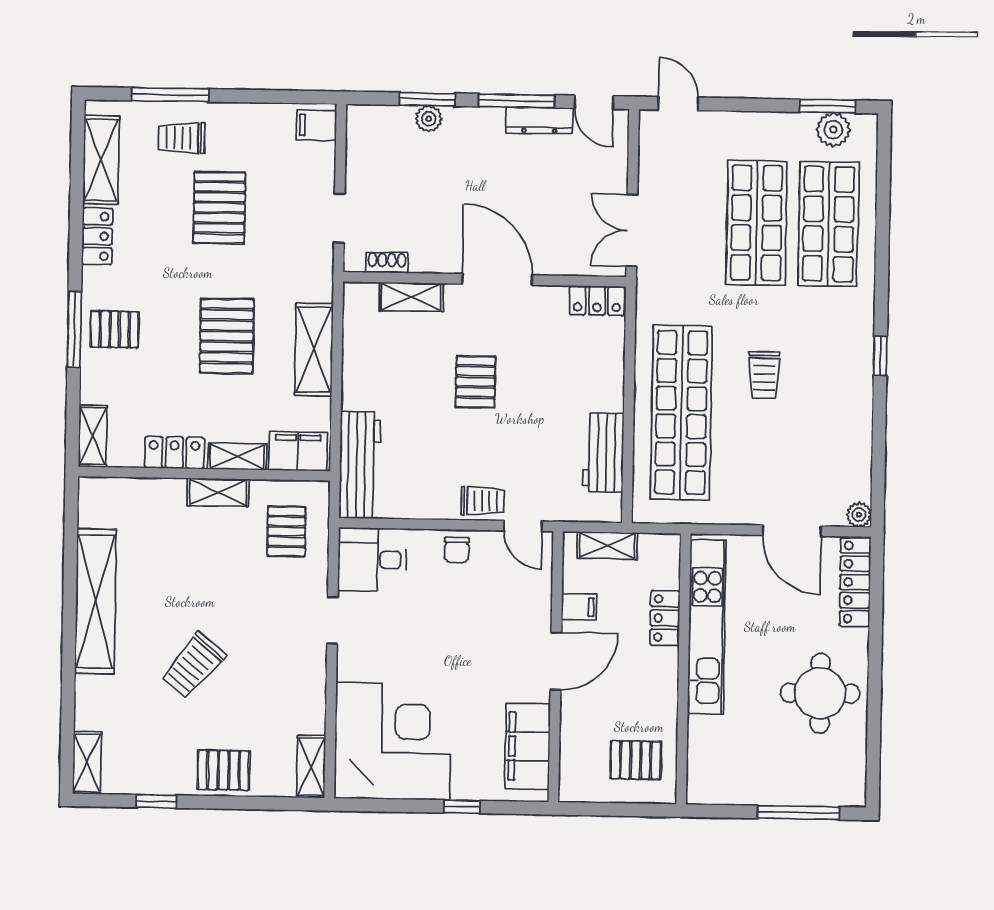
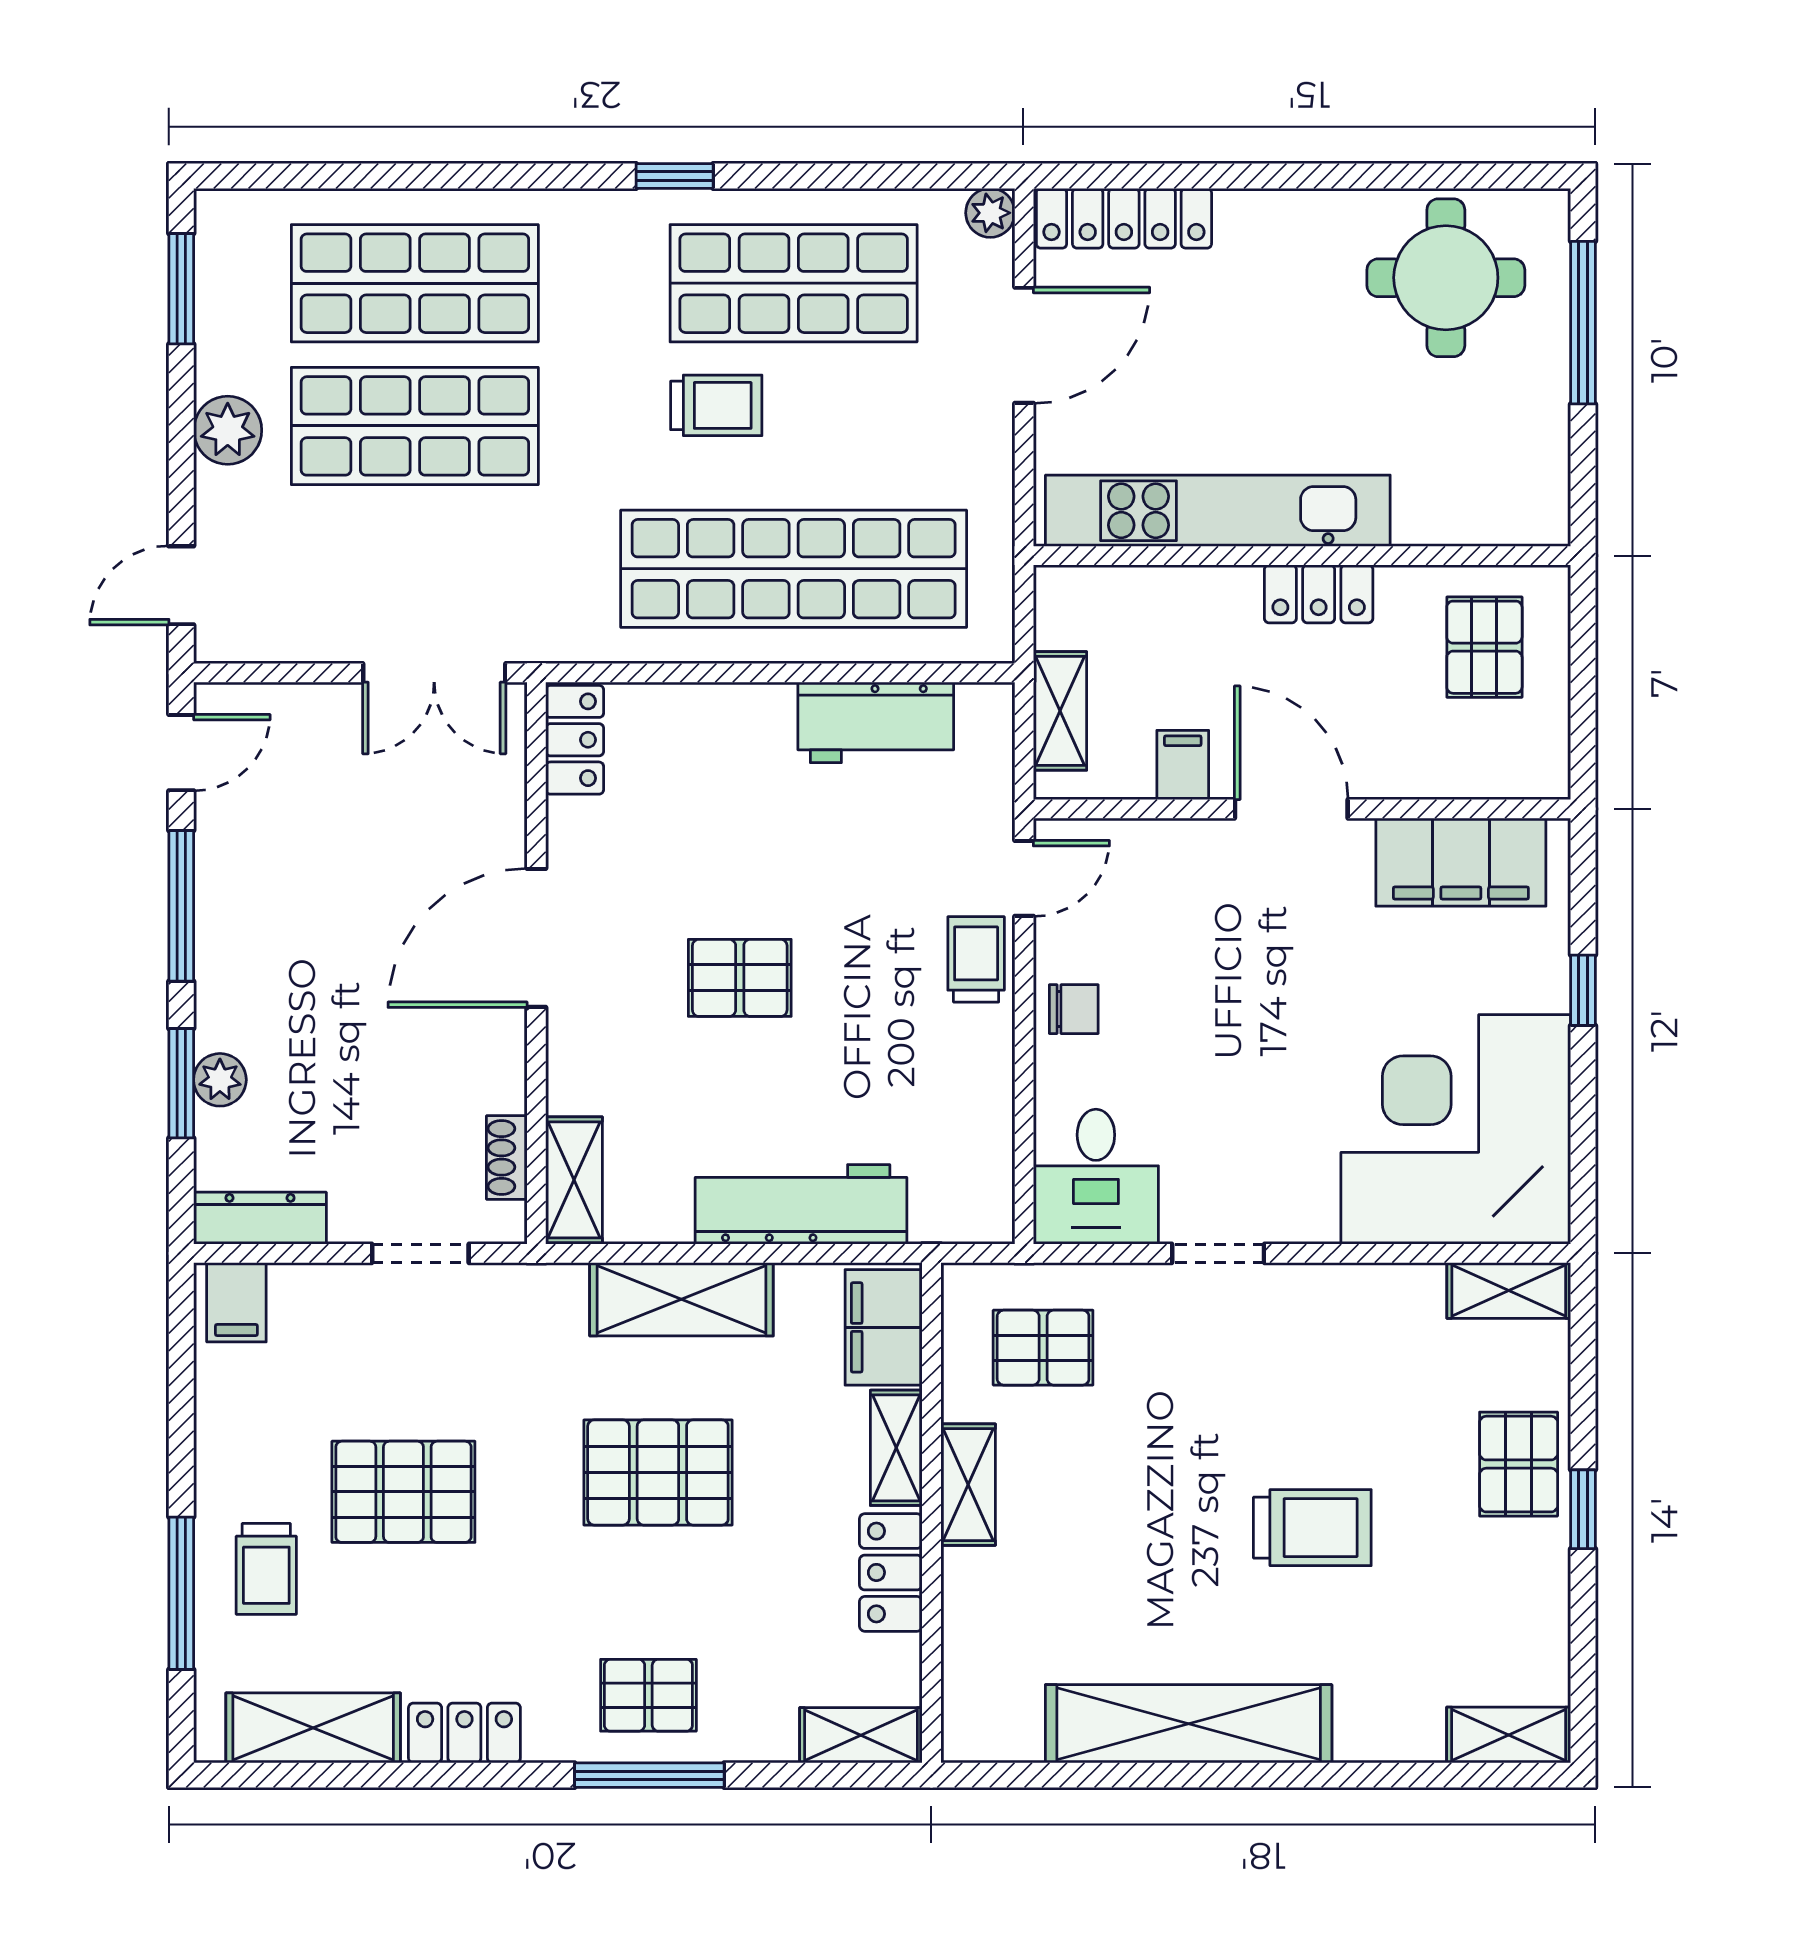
dresser: (539, 121) -> (260, 1218), moved, turned -90
plant: (833, 130) -> (228, 430), moved
shelving: (411, 297) -> (574, 1180), moved
pallet: (115, 329) -> (648, 1695), turned 90
shop shelf: (825, 415) -> (794, 283), added
workbench: (360, 465) -> (801, 1204), moved
locker: (665, 618) -> (1319, 594), moved
trolley: (193, 666) -> (1312, 1528), turned -40
round table: (820, 693) -> (1446, 278), moved
window: (156, 801) -> (1583, 1509), moved

